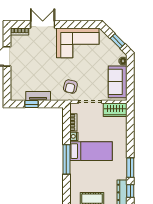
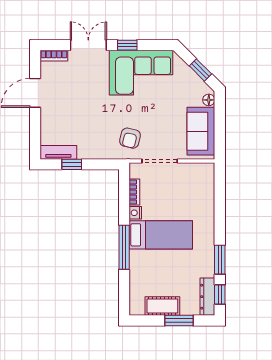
window: (69, 24) -> (127, 45), added
tv unit: (38, 96) -> (58, 152), moved
wardrobe: (115, 110) -> (197, 173), removed

